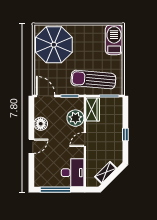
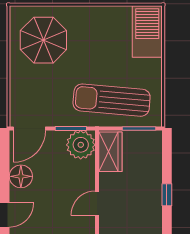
parasol: (54, 45) -> (43, 40), width x0.73, depth x0.73
door: (46, 96) -> (29, 129), swing flipped
plant: (75, 118) -> (81, 145), moved

